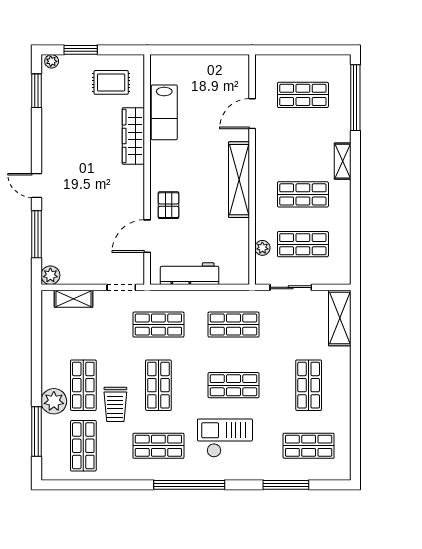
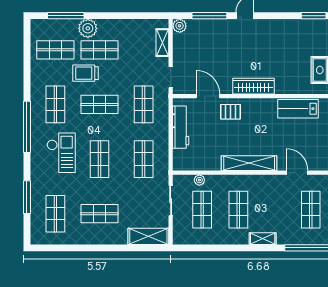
wardrobe: (133, 136) -> (254, 86), moved

